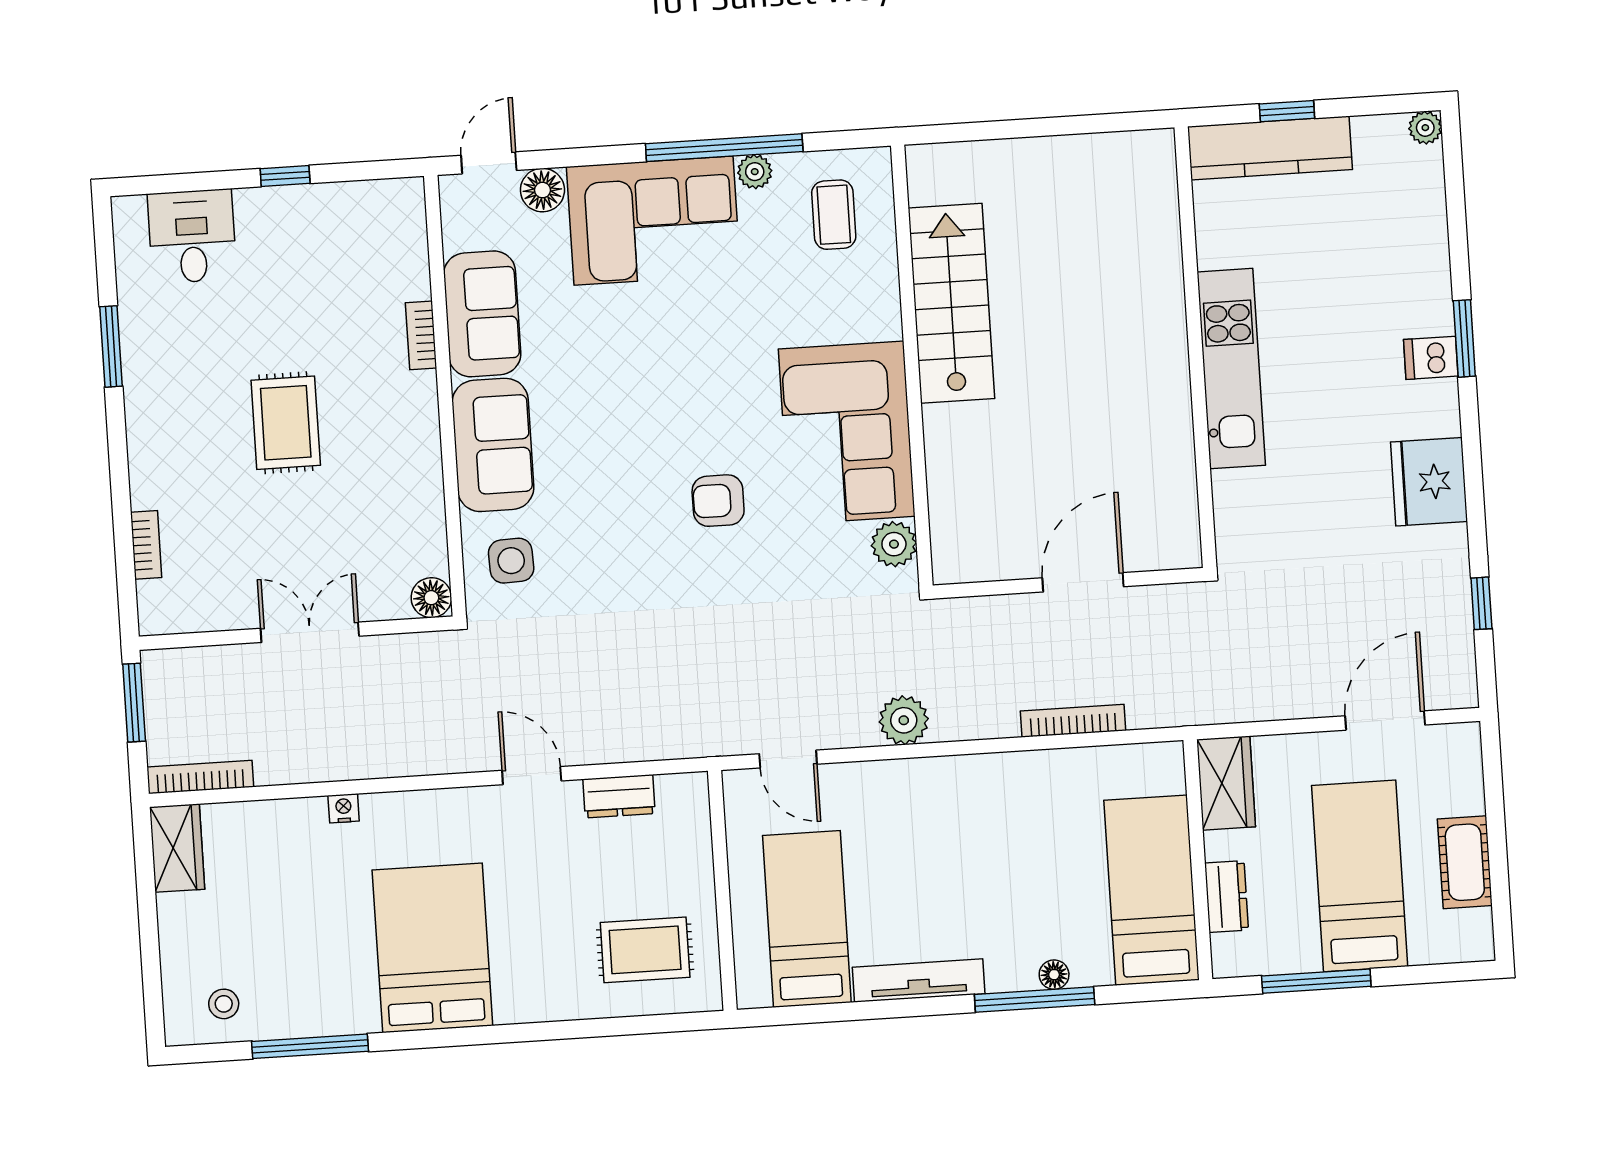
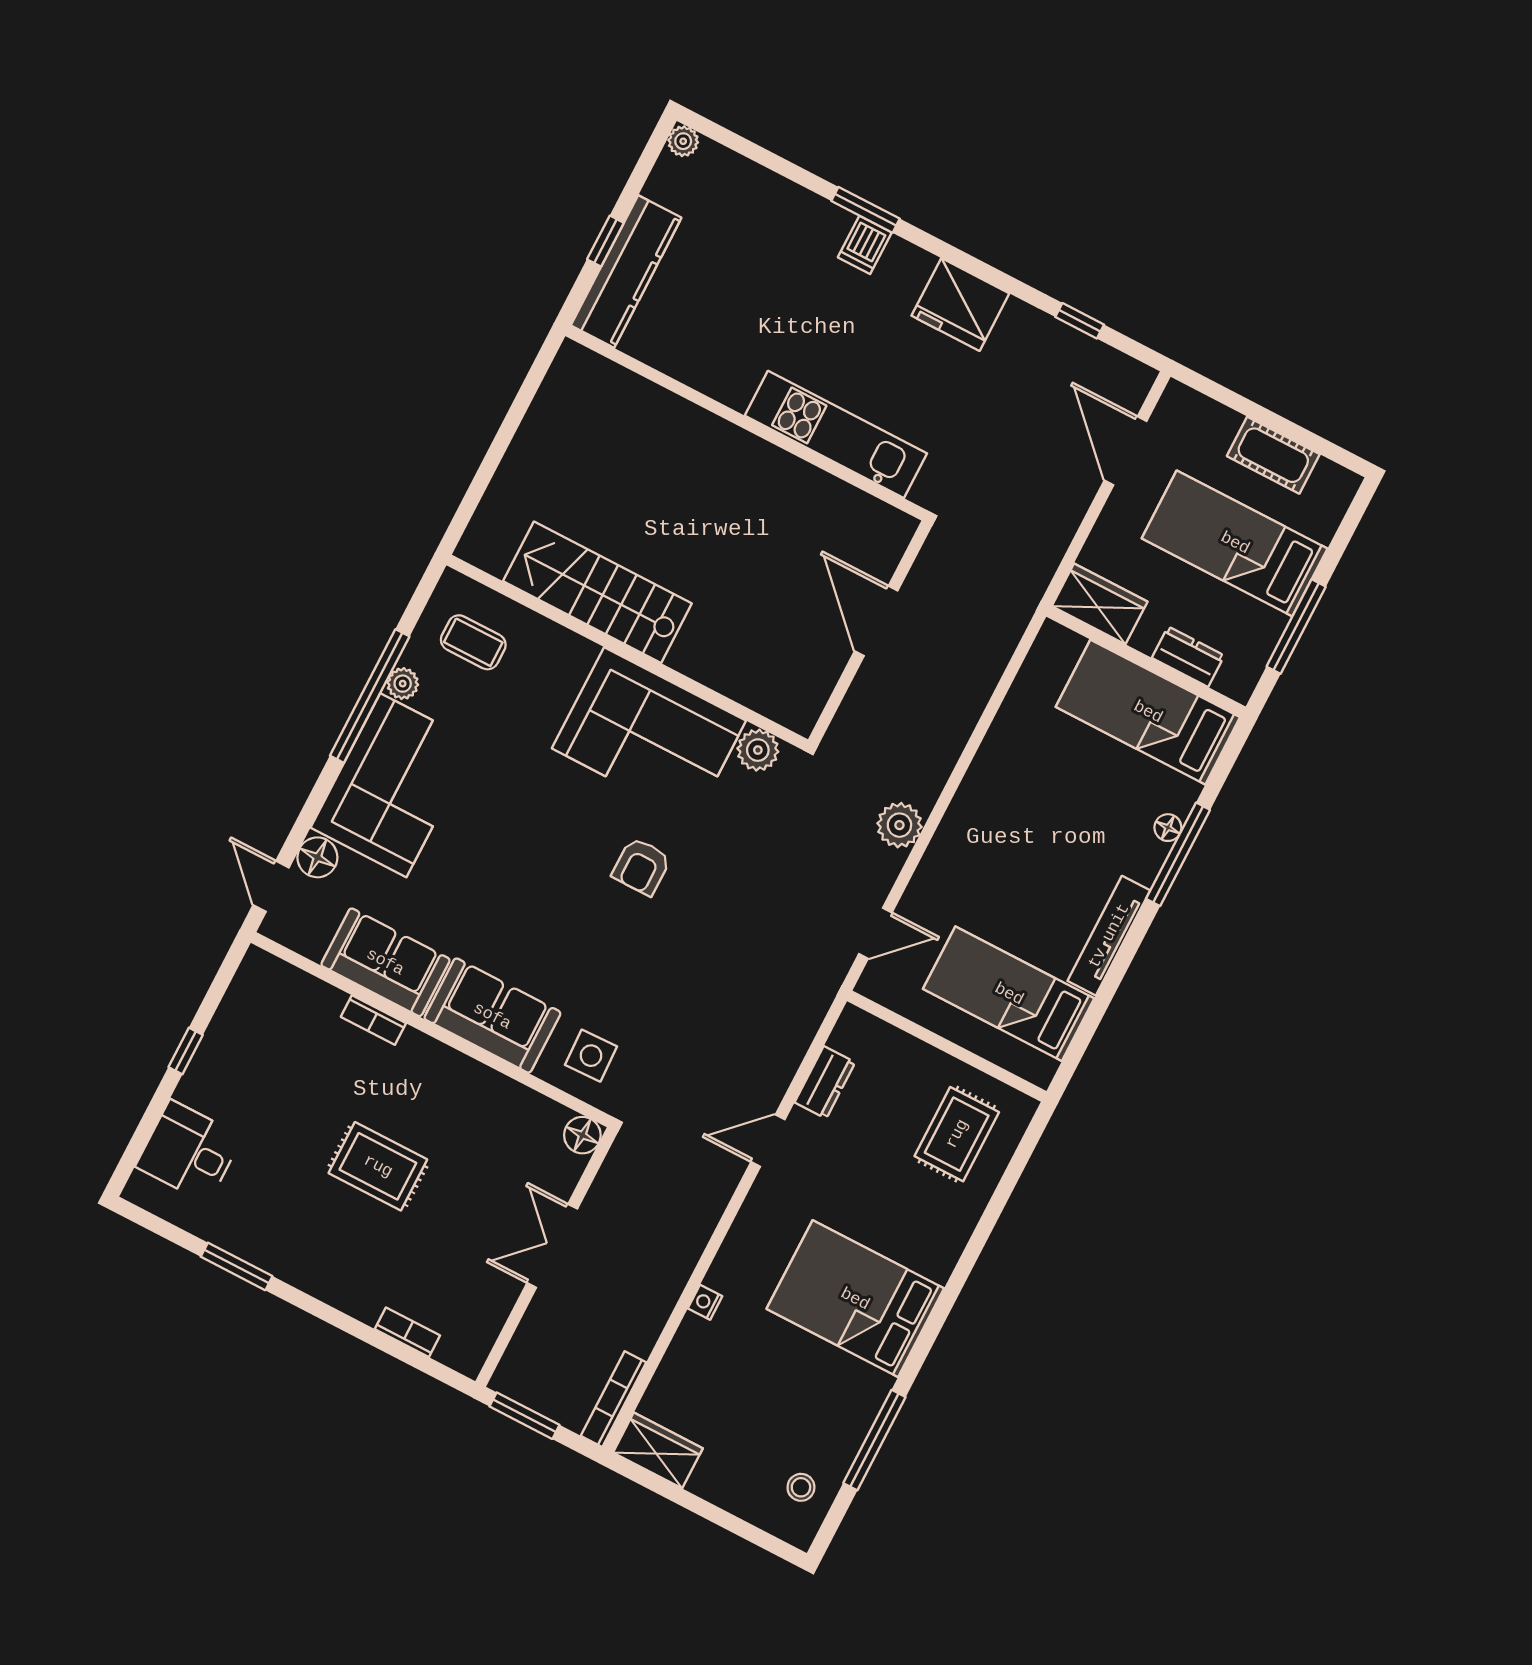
kitchen unit: (1231, 369) -> (836, 434), moved
bookcase: (1073, 721) -> (979, 694), removed

